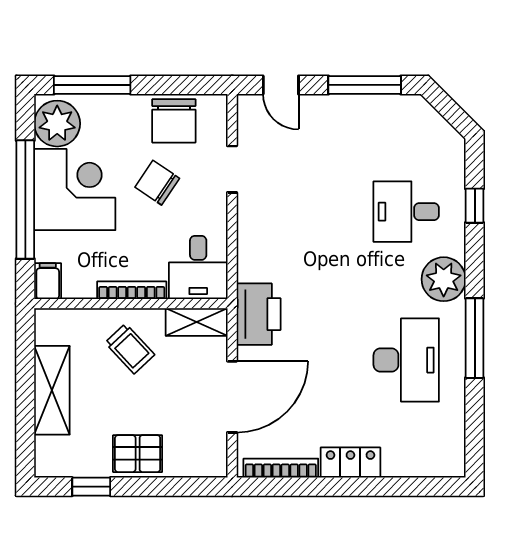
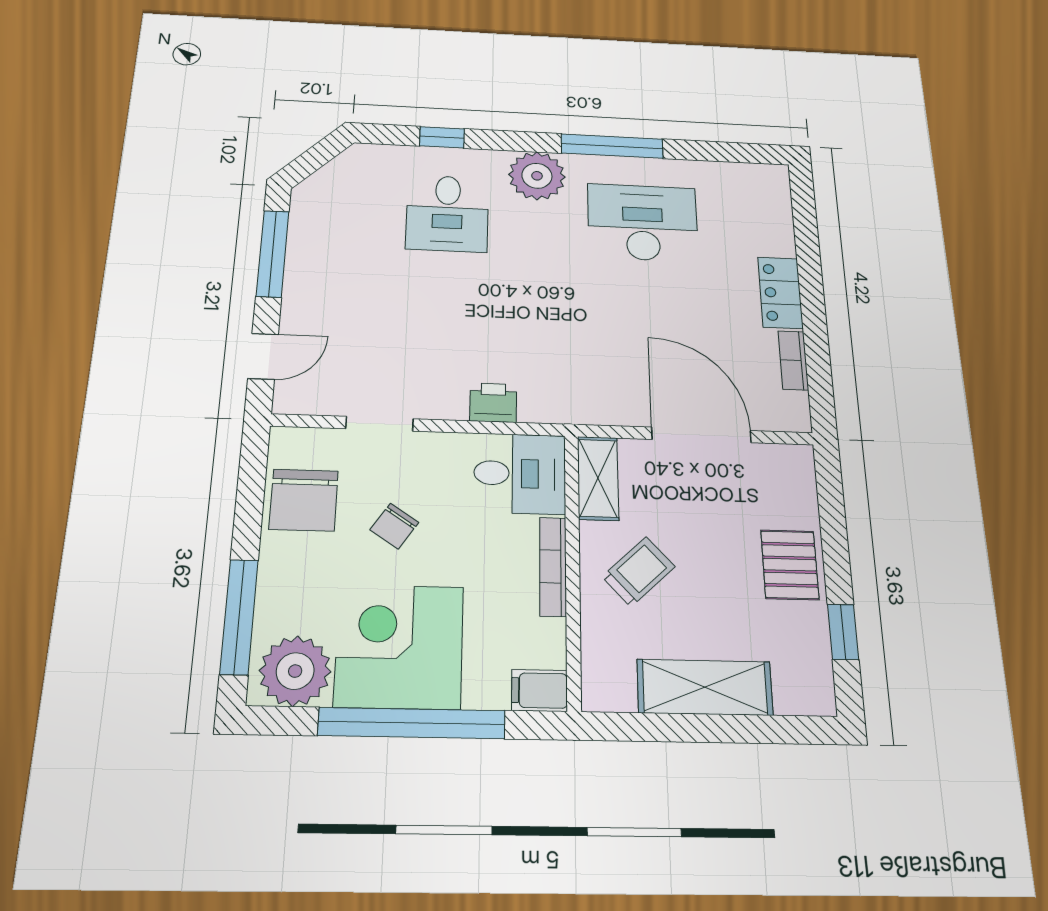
chair: (174, 121) -> (304, 500), turned 90
chair: (157, 183) -> (394, 526), width x0.73, depth x0.73
printer: (259, 314) -> (493, 403), moved, width x0.53, depth x0.68
bookcase: (281, 468) -> (793, 360), width x0.64

